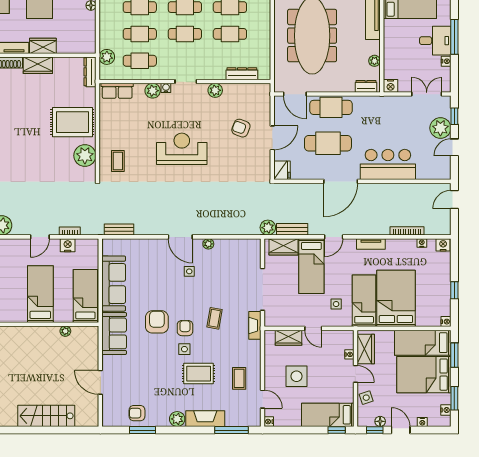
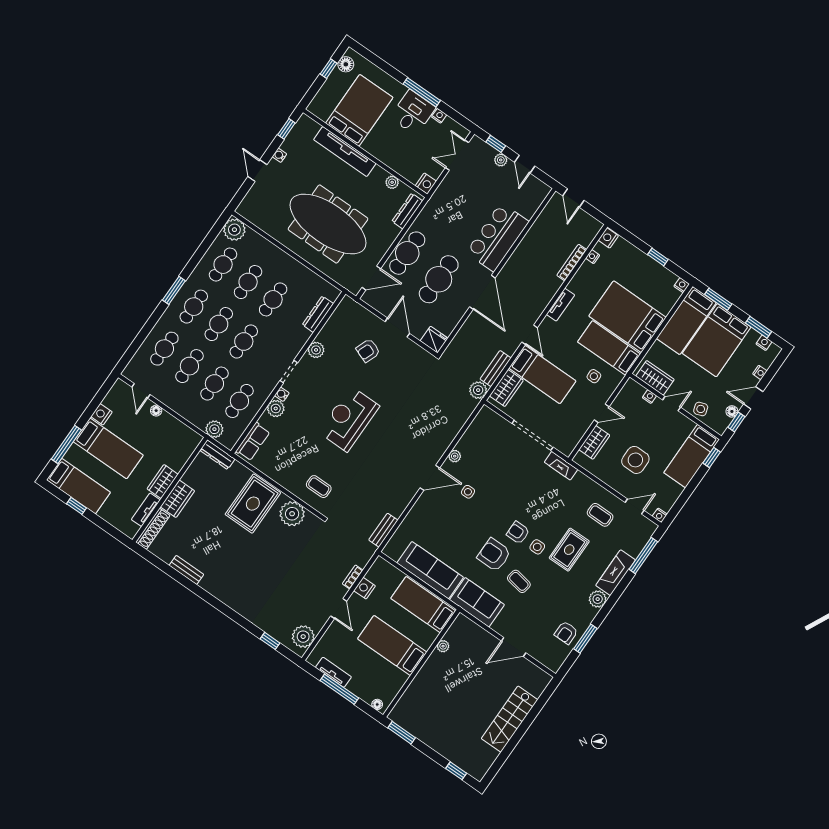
dresser: (366, 86) -> (407, 211), width x1.44
plant: (440, 128) -> (501, 160), width x0.53, depth x0.53
coffee table: (215, 318) -> (519, 581), moved

